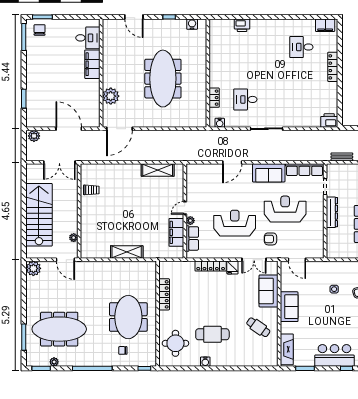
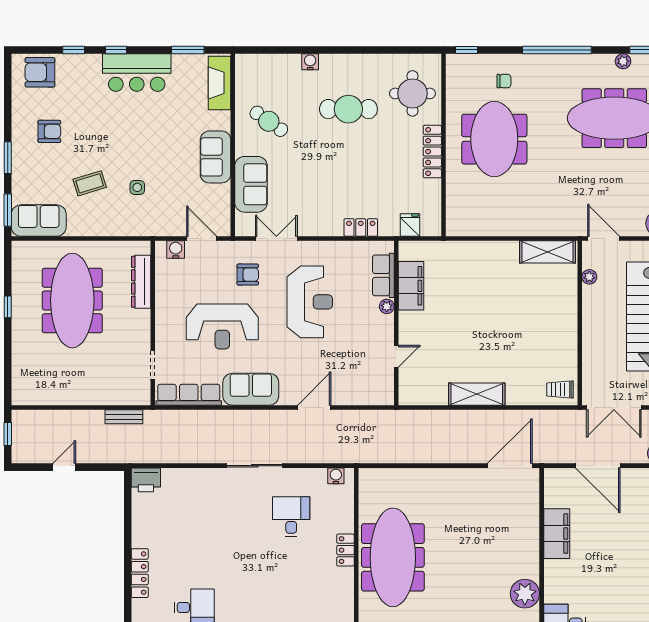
filing cabinet: (92, 64) -> (557, 534), moved
meeting table: (163, 79) -> (393, 557), moved
plant: (111, 96) -> (525, 594), moved
locker: (214, 98) -> (345, 550), moved
desk: (245, 99) -> (291, 517), turned -90
double door: (59, 162) -> (614, 408), swing flipped
shelving: (158, 170) -> (477, 394), moved
trolley: (91, 190) -> (560, 389), moved
door: (185, 208) -> (396, 356), moved
dresser: (332, 212) -> (141, 282), moved
reception desk: (235, 223) -> (310, 302), turned -90
shelving: (127, 252) -> (547, 252), moved
water cooler: (312, 253) -> (176, 250), added
locker: (211, 266) -> (361, 227), width x0.66
fridge: (232, 267) -> (410, 225), moved
locker: (164, 294) -> (432, 152), moved
water cooler: (205, 362) -> (310, 62), moved

